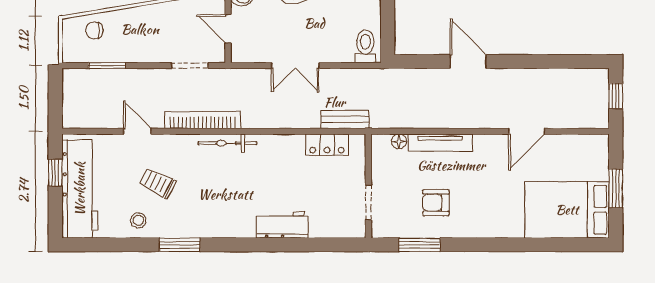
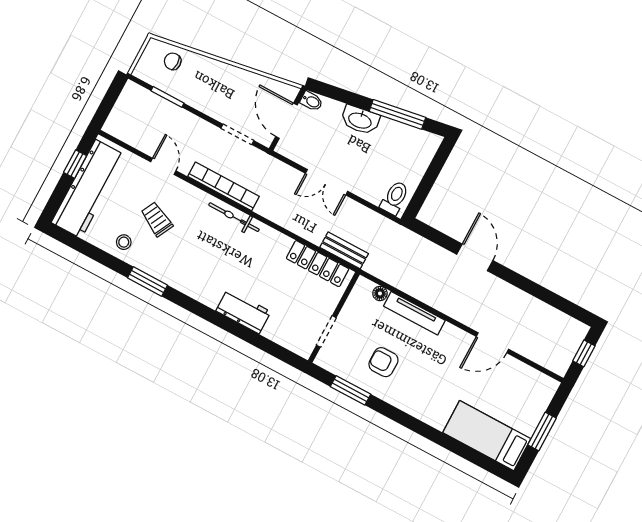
door: (228, 29) -> (286, 121), width x1.38
locker: (327, 145) -> (318, 264), width x1.53
bed: (567, 210) -> (487, 436), width x0.67

